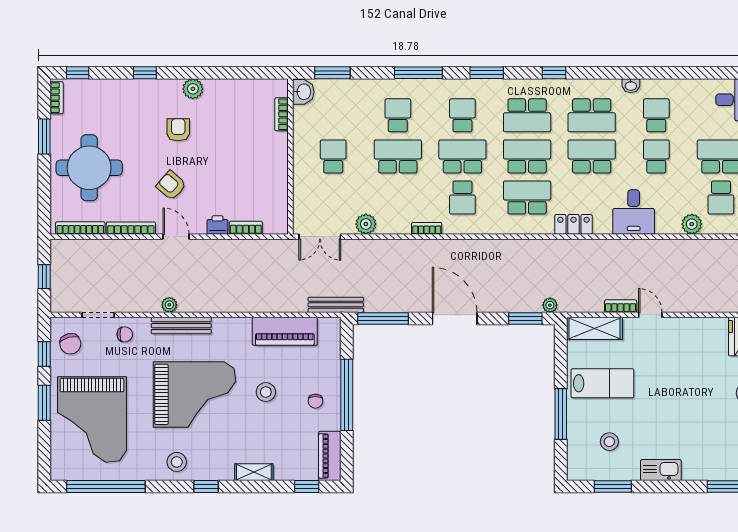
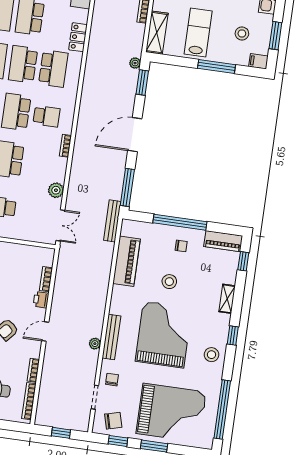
school desk: (527, 198) -> (53, 69), turned 180
bookcase: (131, 228) -> (33, 370), width x0.64
filing cabinet: (575, 469) -> (258, 61), added

